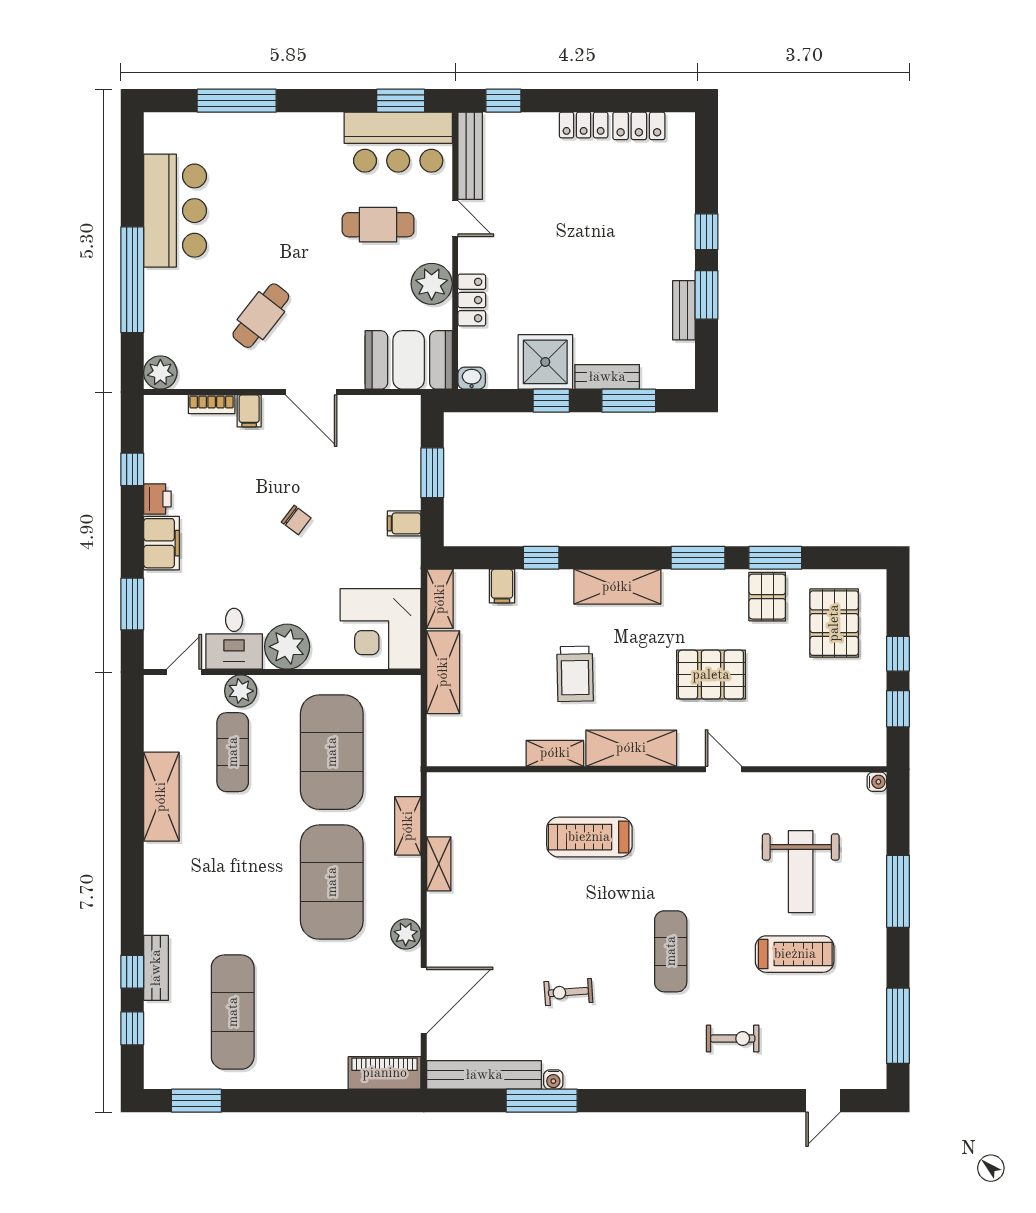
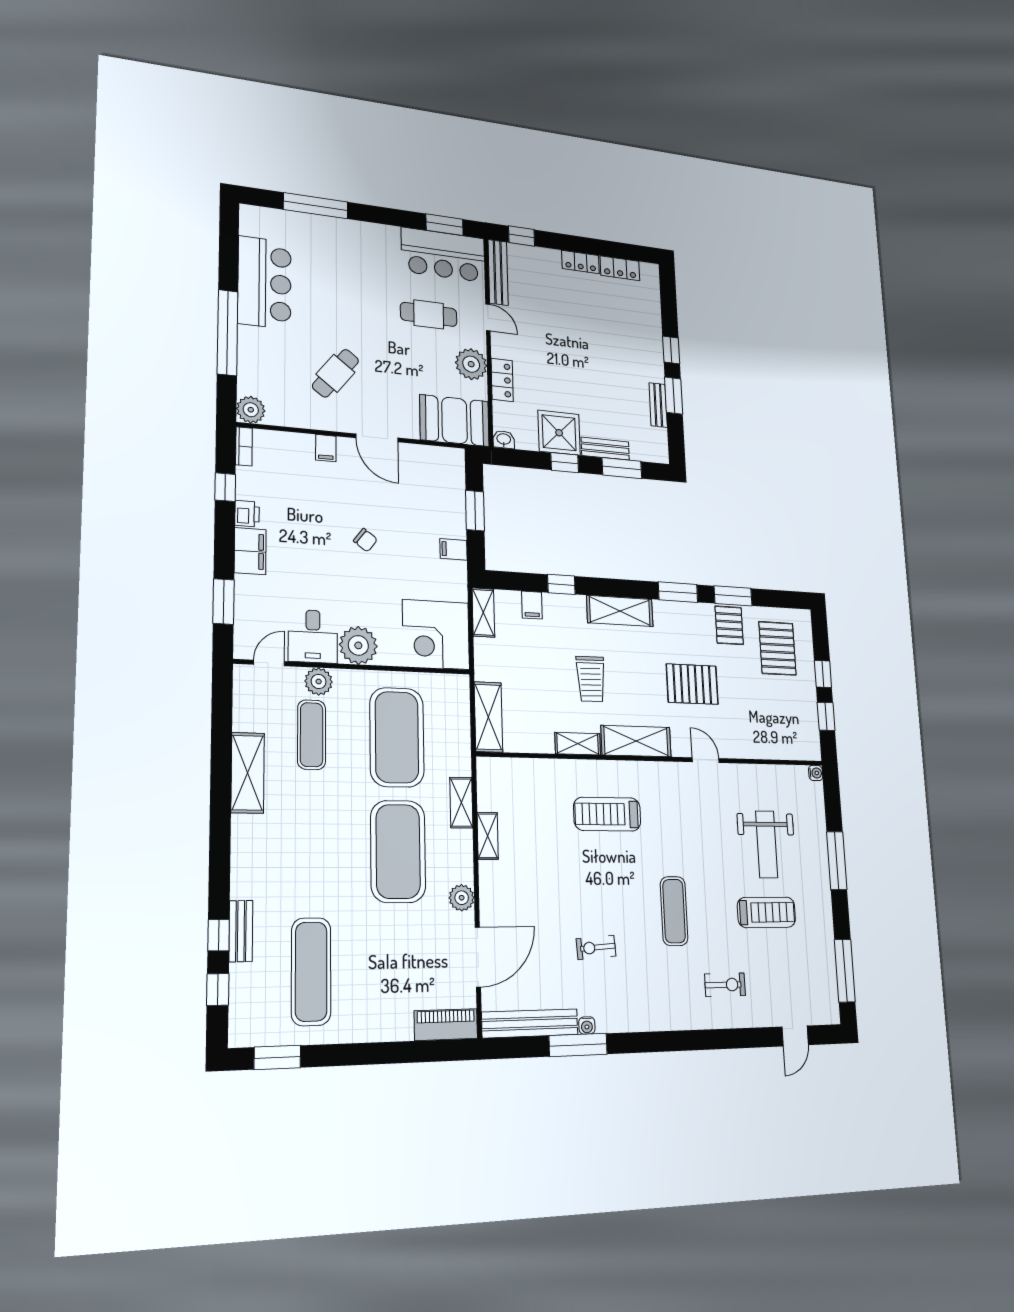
bookcase: (212, 404) -> (244, 446), moved, turned -90
shelving: (443, 672) -> (488, 717), moved

